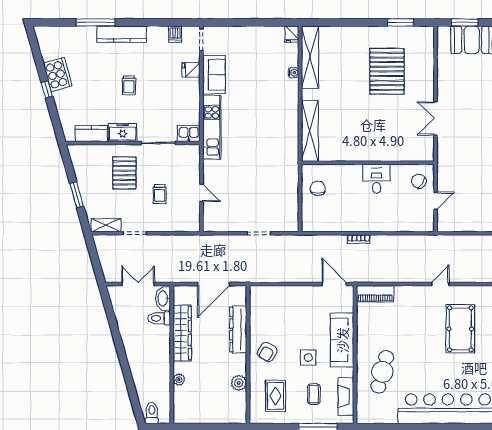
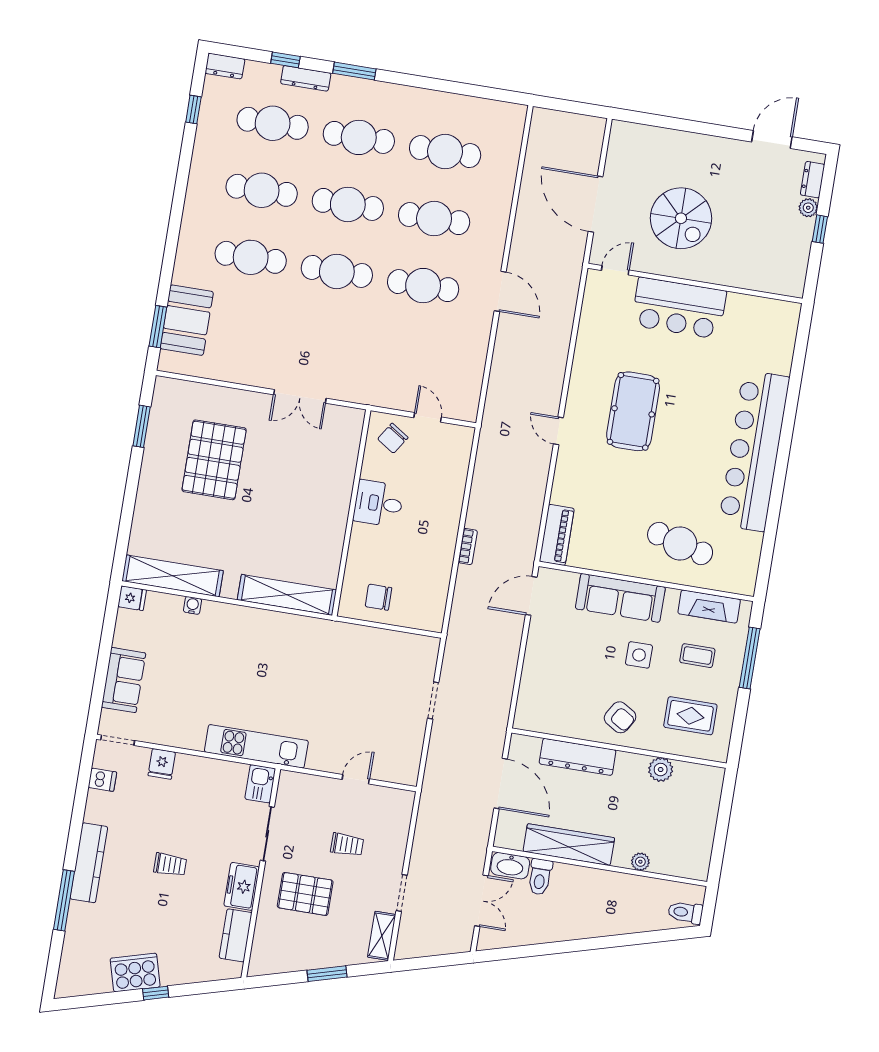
pallet: (387, 71) -> (214, 460), turned 90
sofa: (214, 75) -> (123, 680), moved, turned 90
double door: (138, 284) -> (481, 901), swing flipped
pool table: (460, 329) -> (633, 411), turned 90

